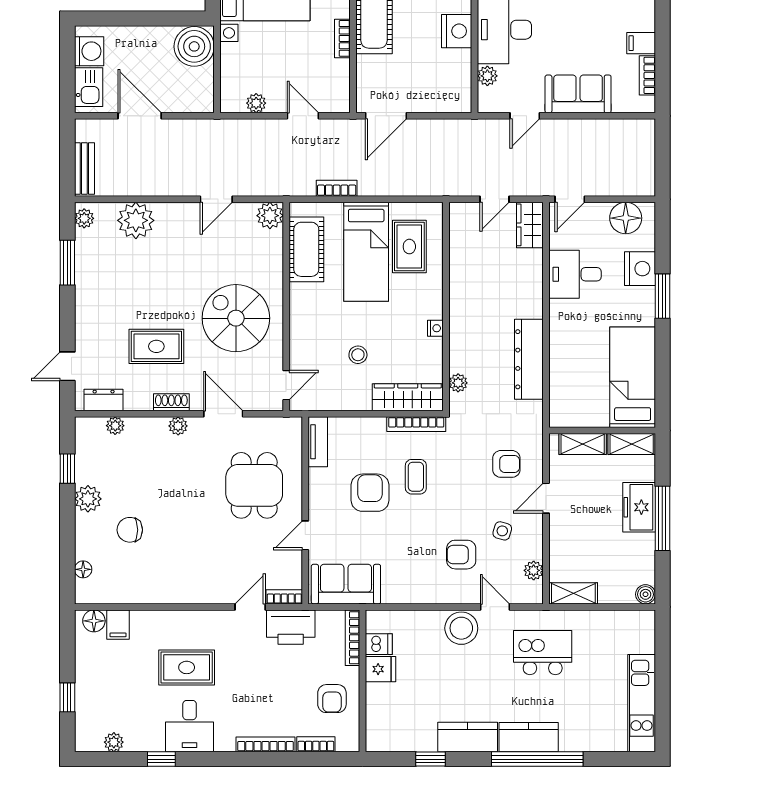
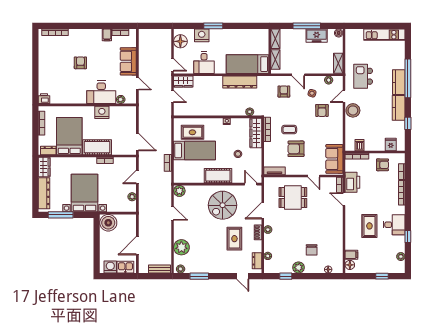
cot: (306, 249) -> (218, 176), moved
bed: (633, 377) -> (247, 64), moved
freezer: (639, 507) -> (317, 36), moved
fridge: (380, 669) -> (391, 144), moved

